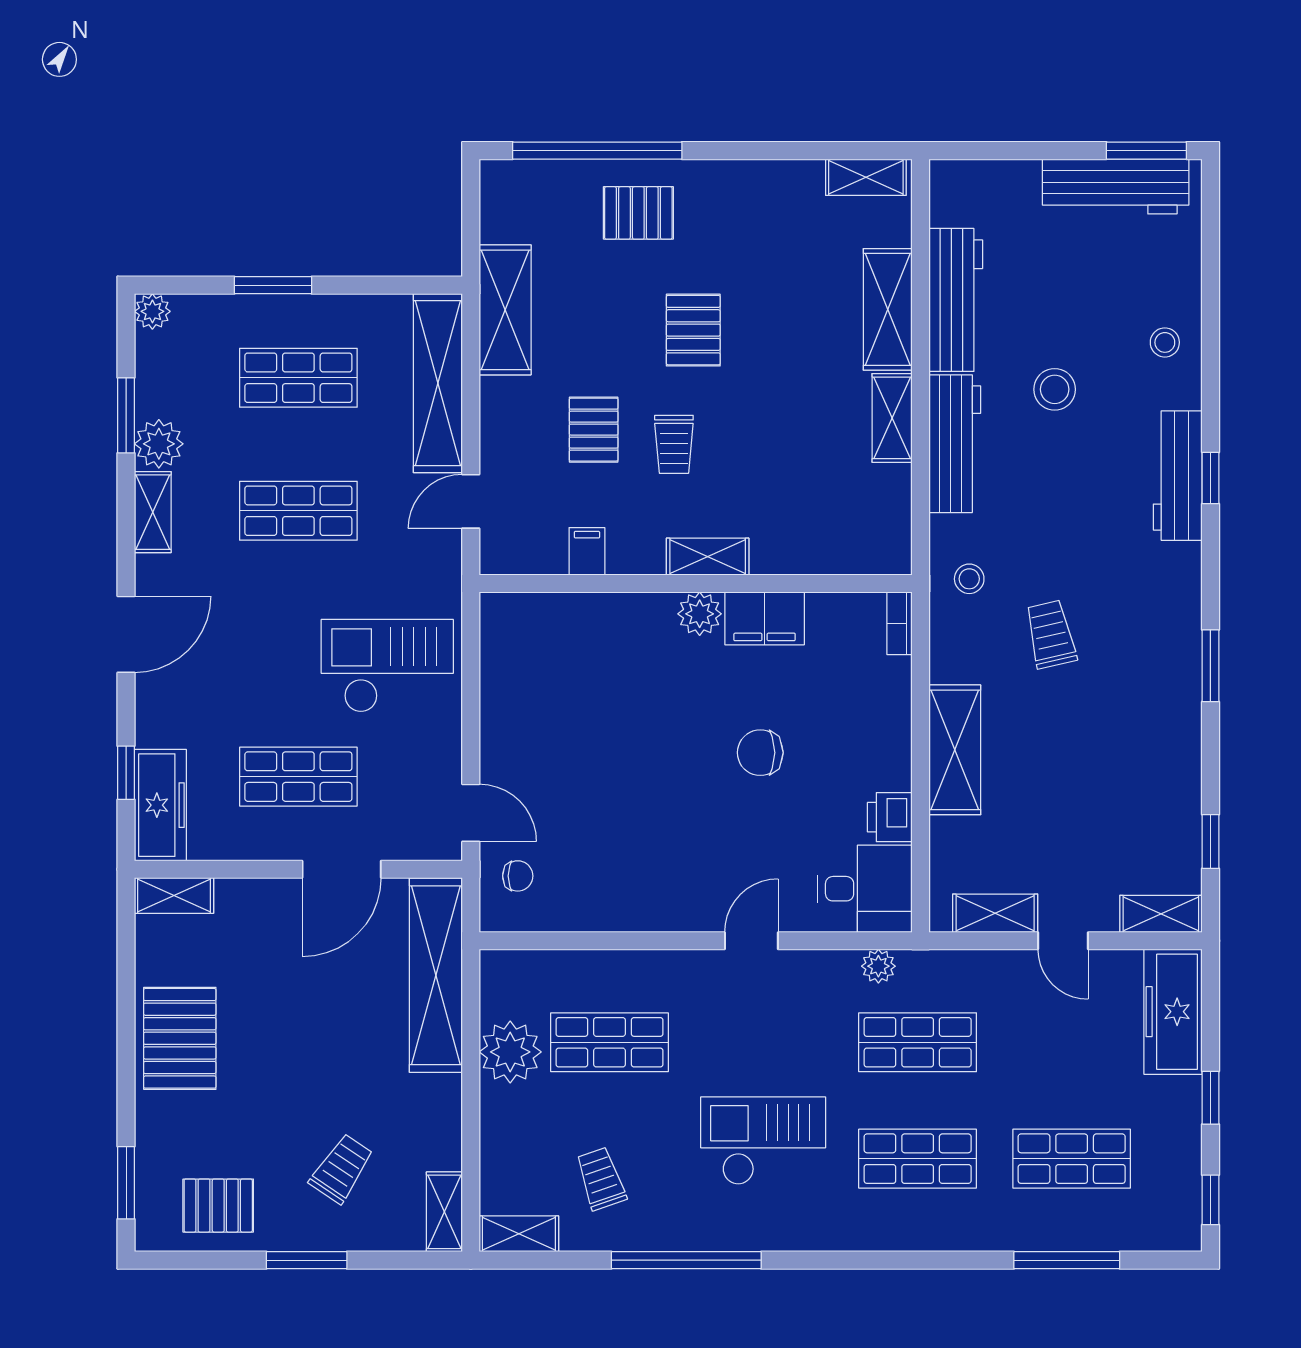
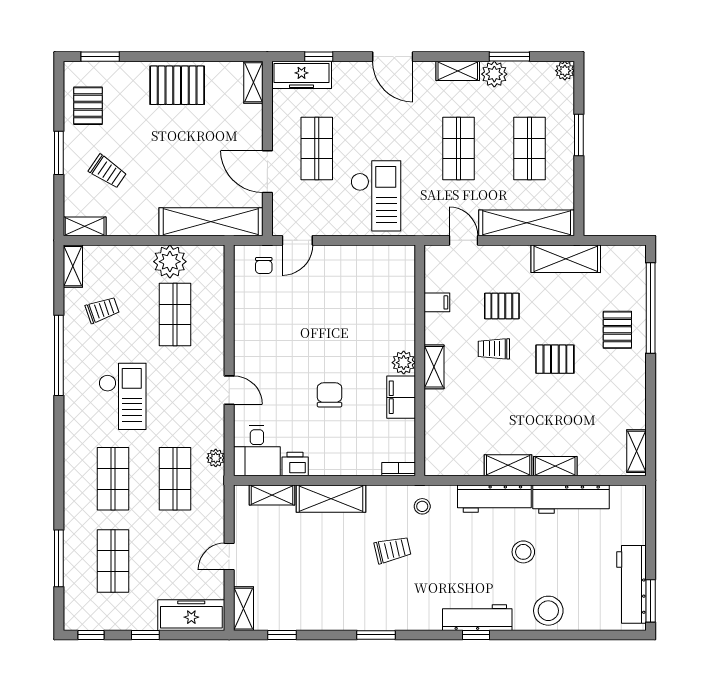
shelving: (888, 309) -> (555, 466), width x0.67, depth x0.75
stool: (1165, 342) -> (548, 611), width x1.89, depth x1.89
shelving: (995, 913) -> (272, 495), moved, turned 90

